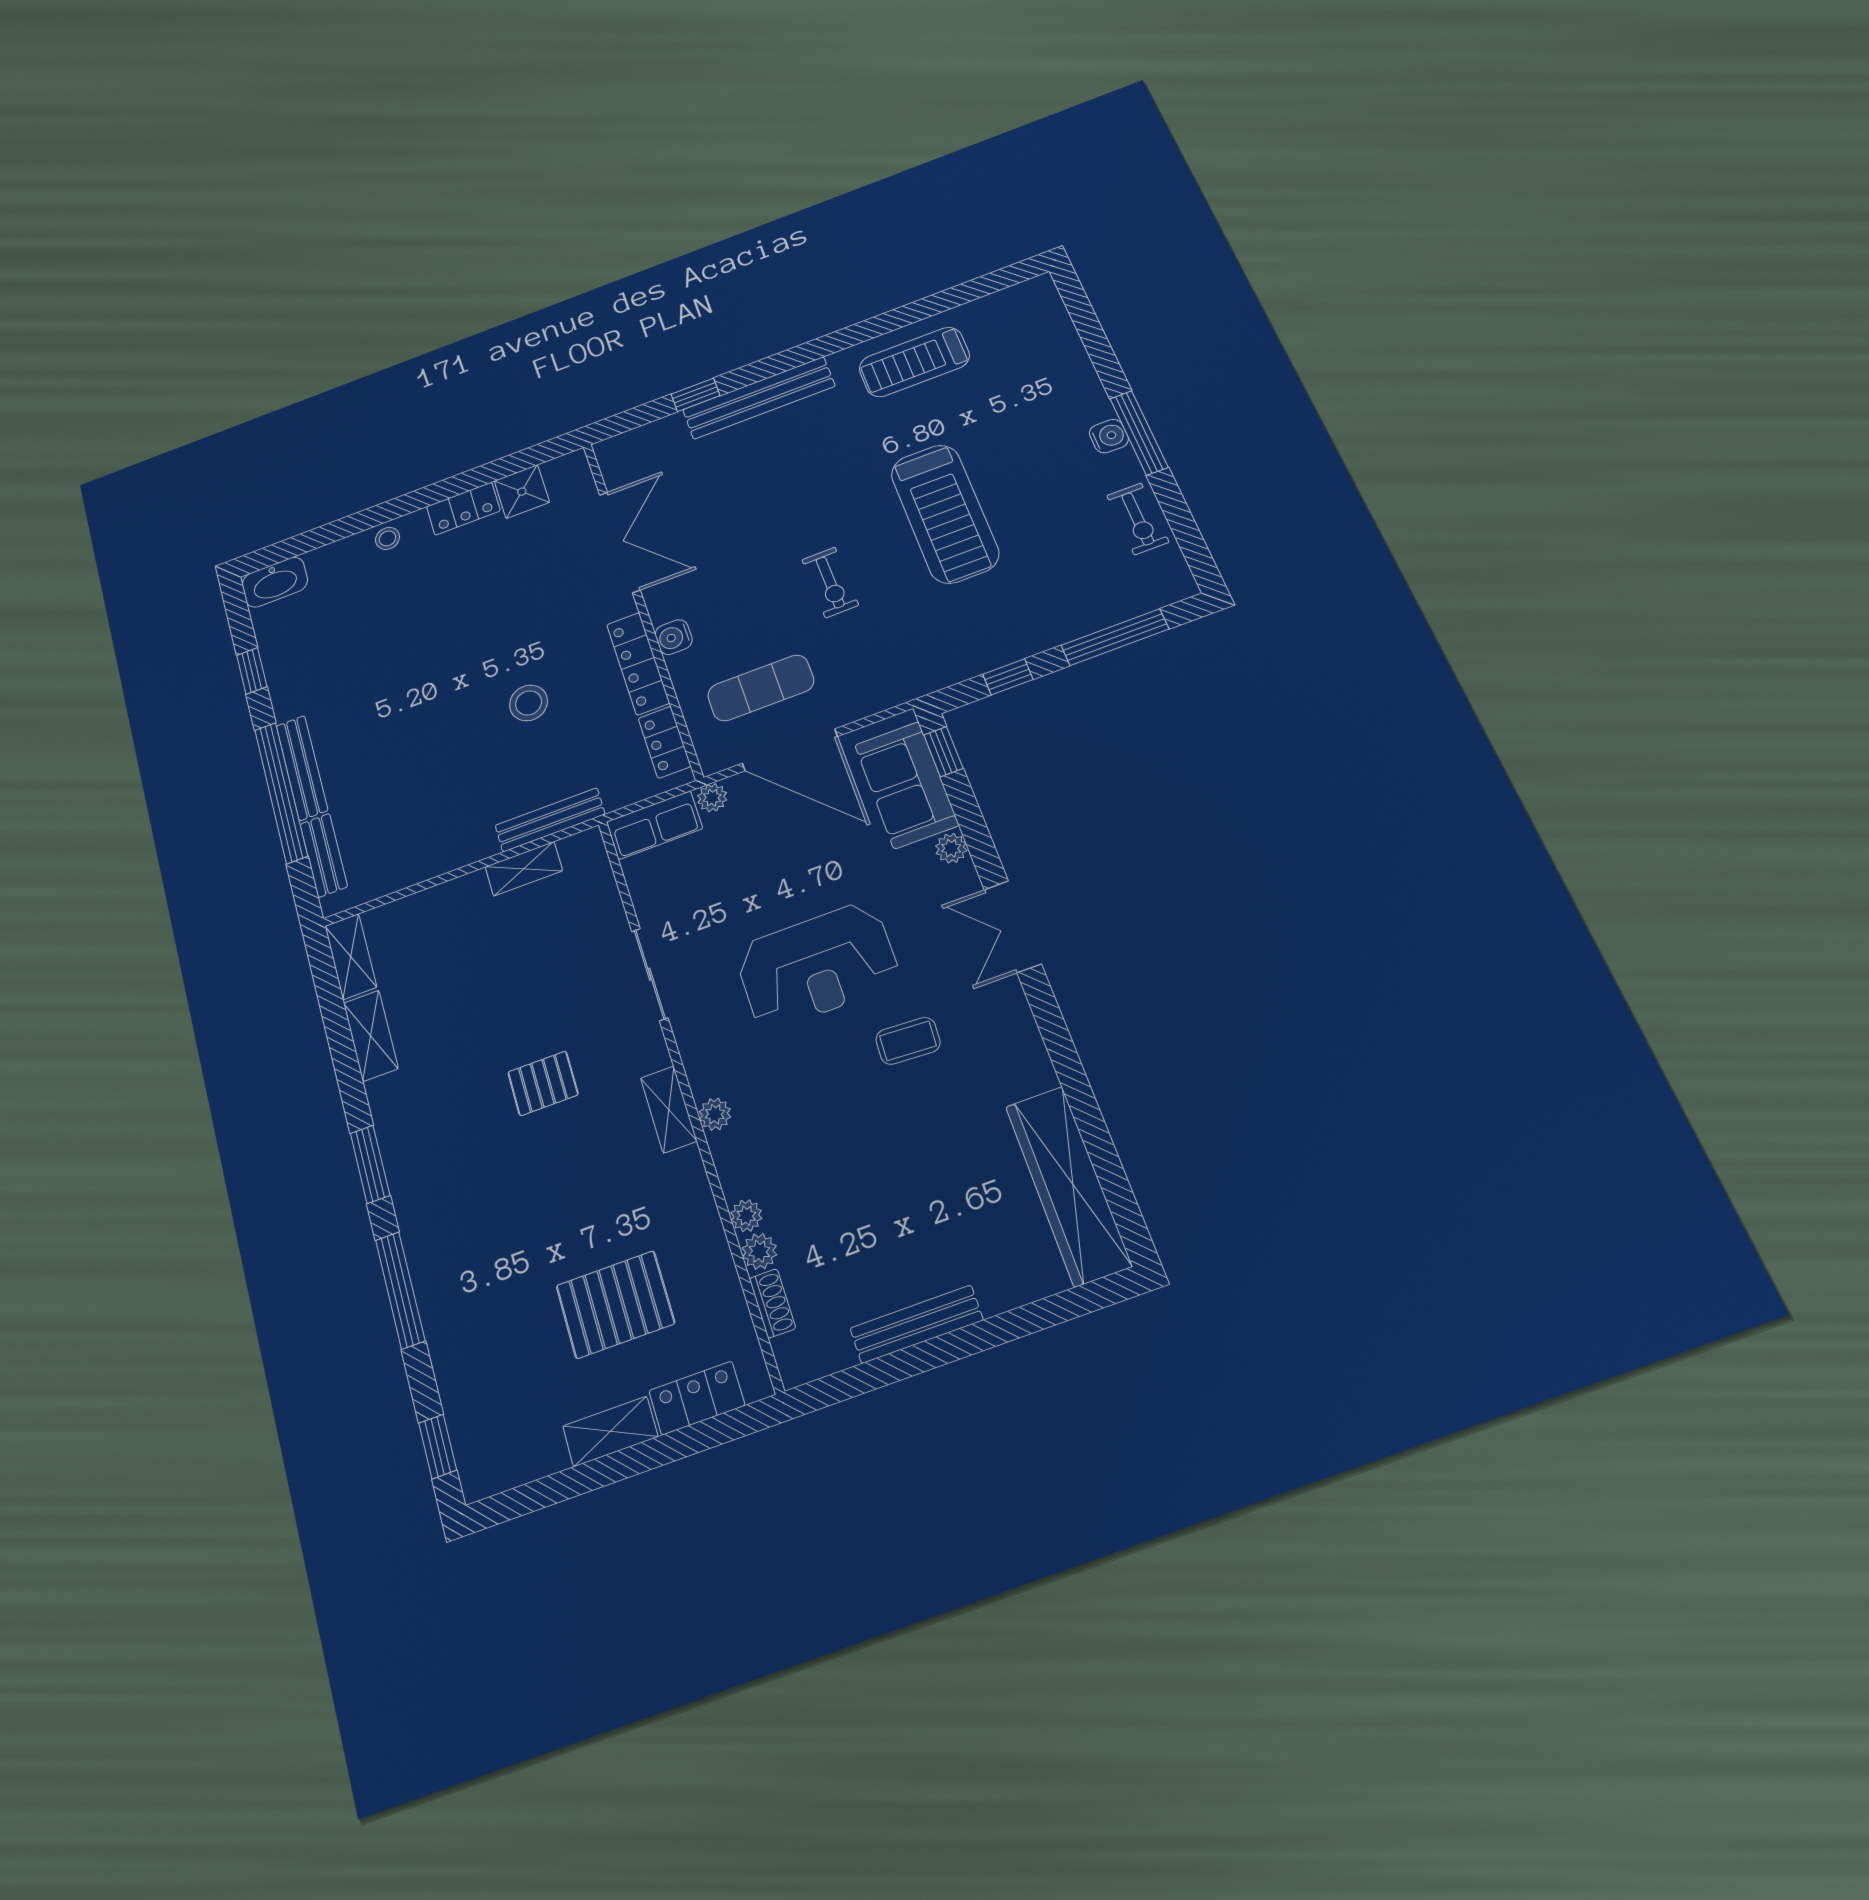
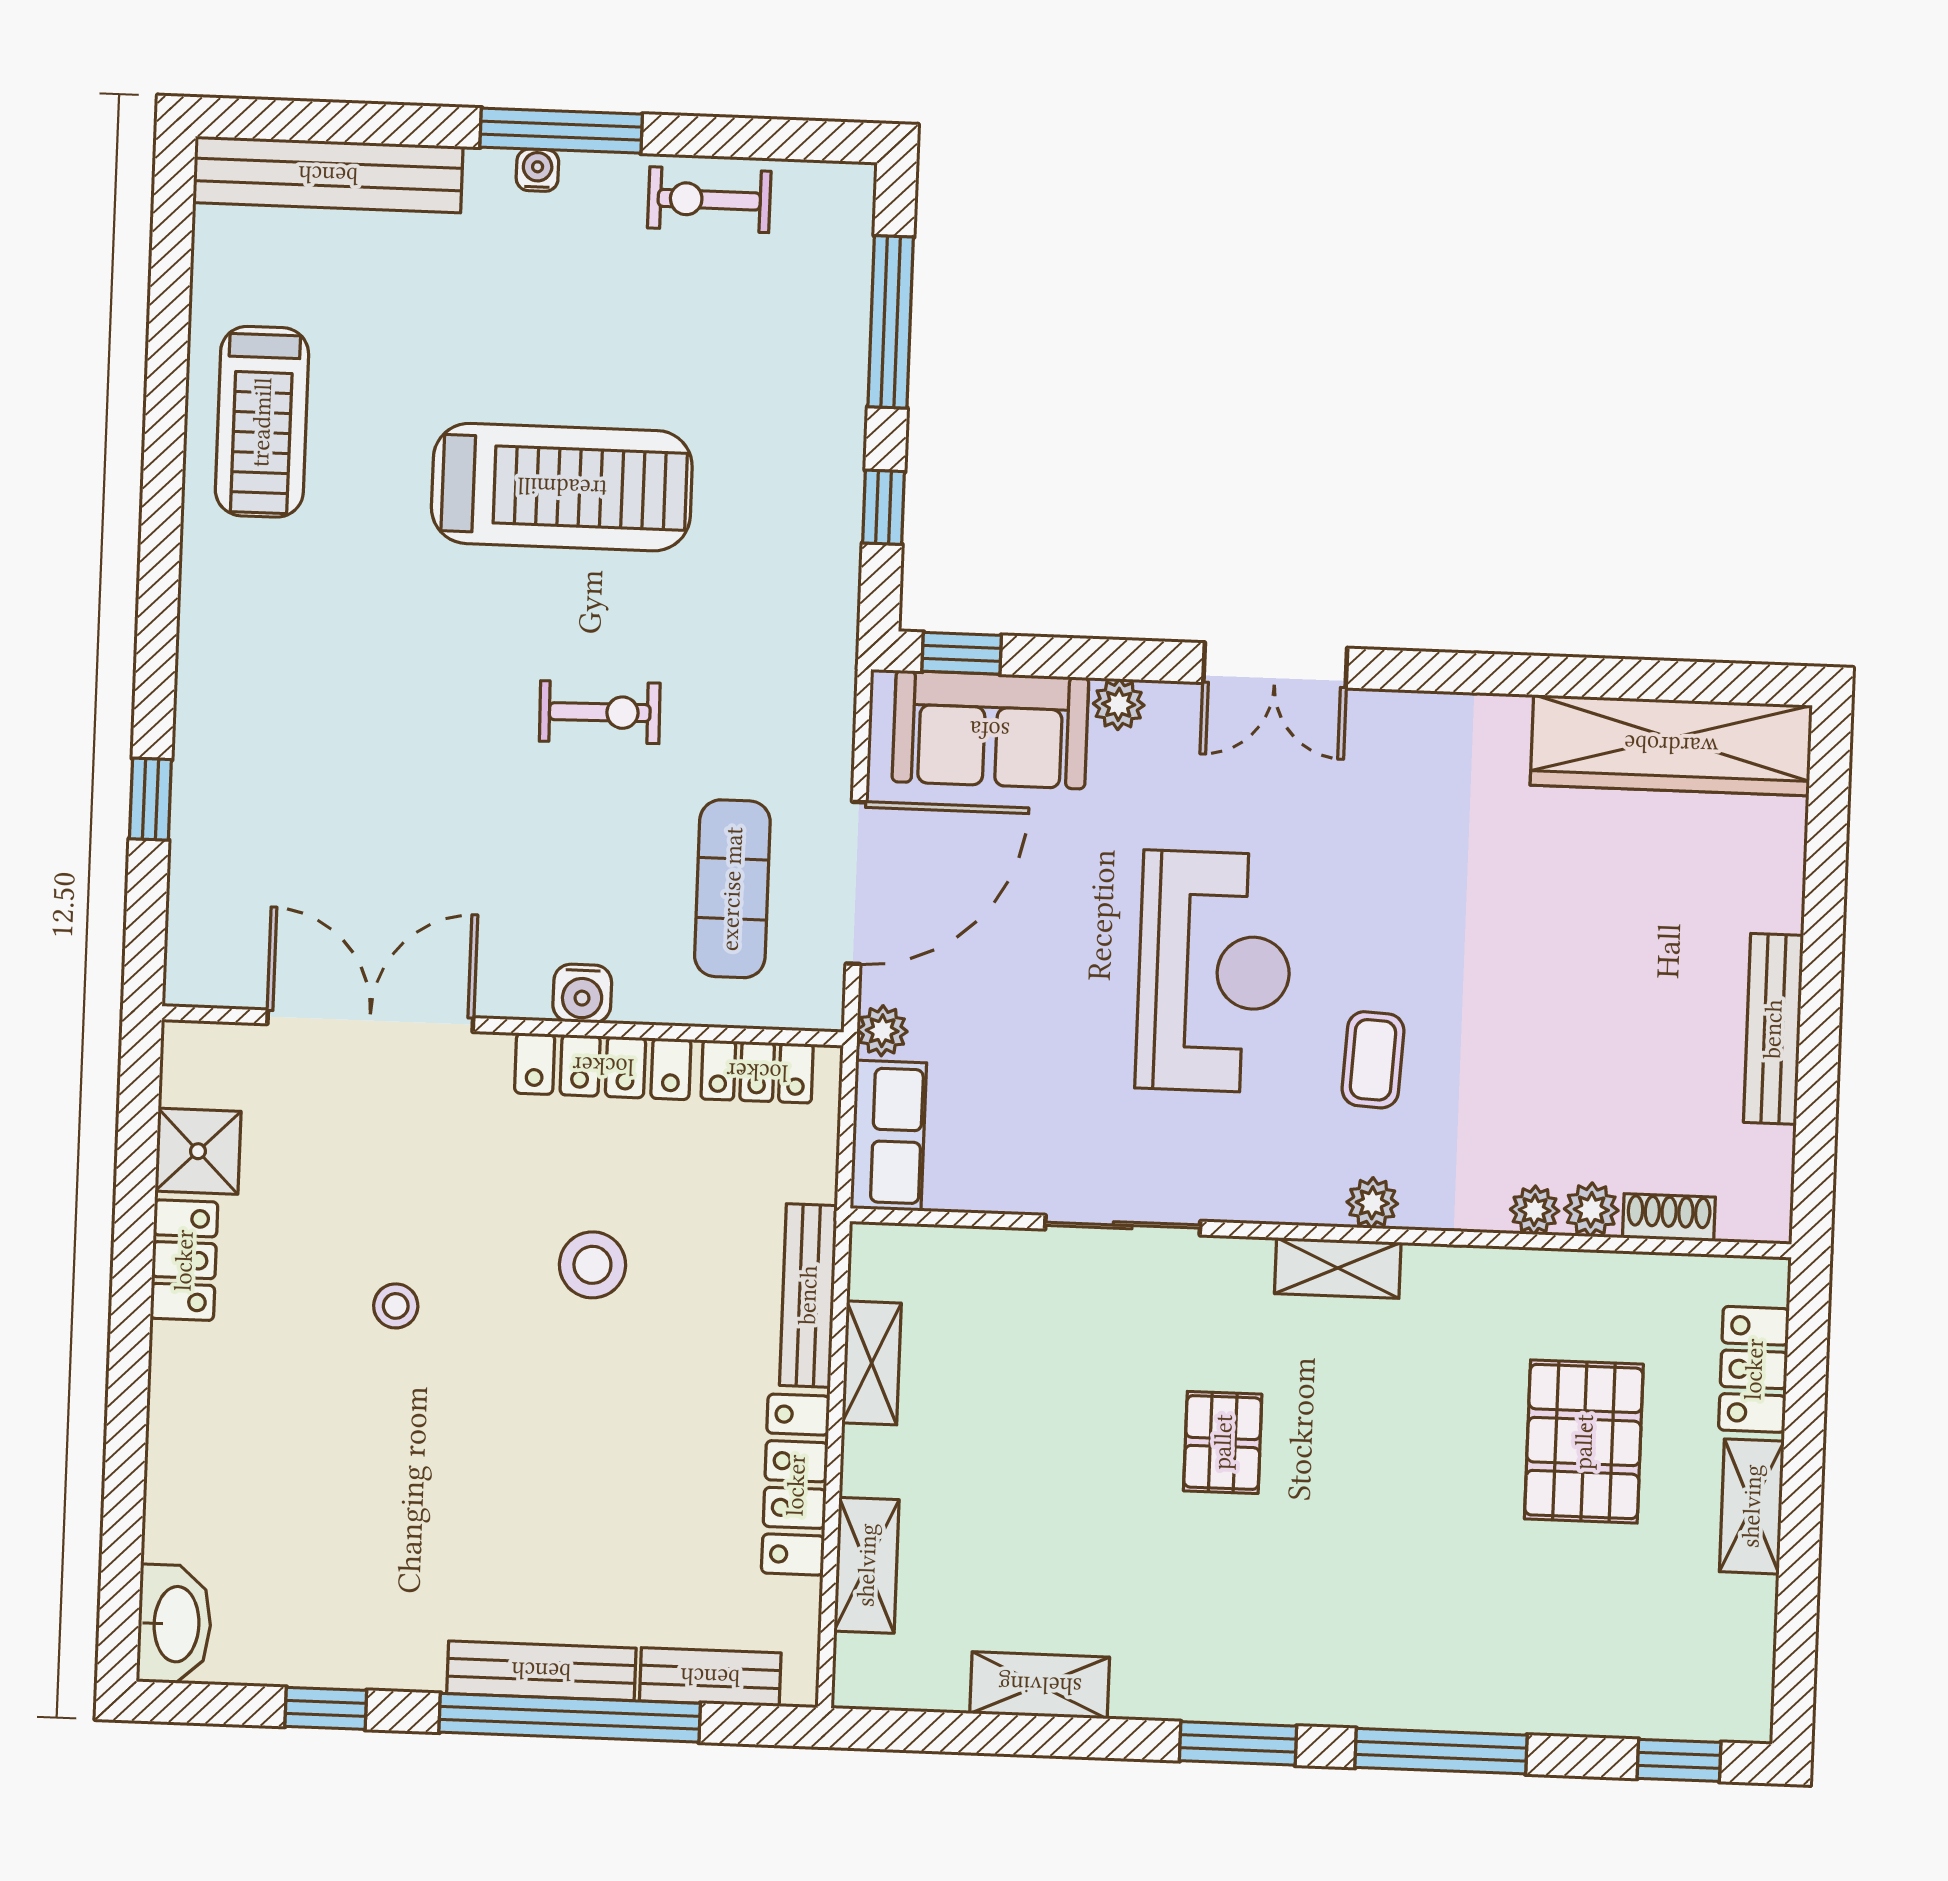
bench: (759, 398) -> (328, 175), moved, turned 90
water cooler: (1109, 436) -> (537, 170), width x0.72, depth x0.72
exercise bike: (1138, 519) -> (709, 200), turned 180
stool: (387, 538) -> (396, 1306), moved
locker: (443, 856) -> (796, 1485), added
shelving: (351, 957) -> (867, 1565), moved, turned 90
coffee table: (908, 1041) -> (1373, 1060), moved

